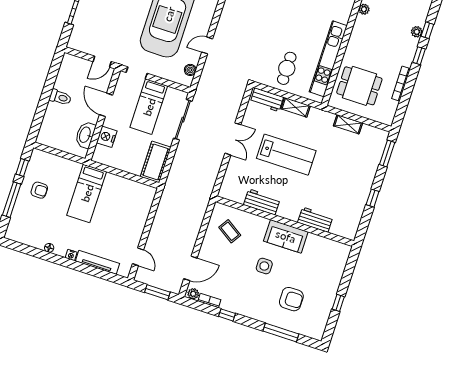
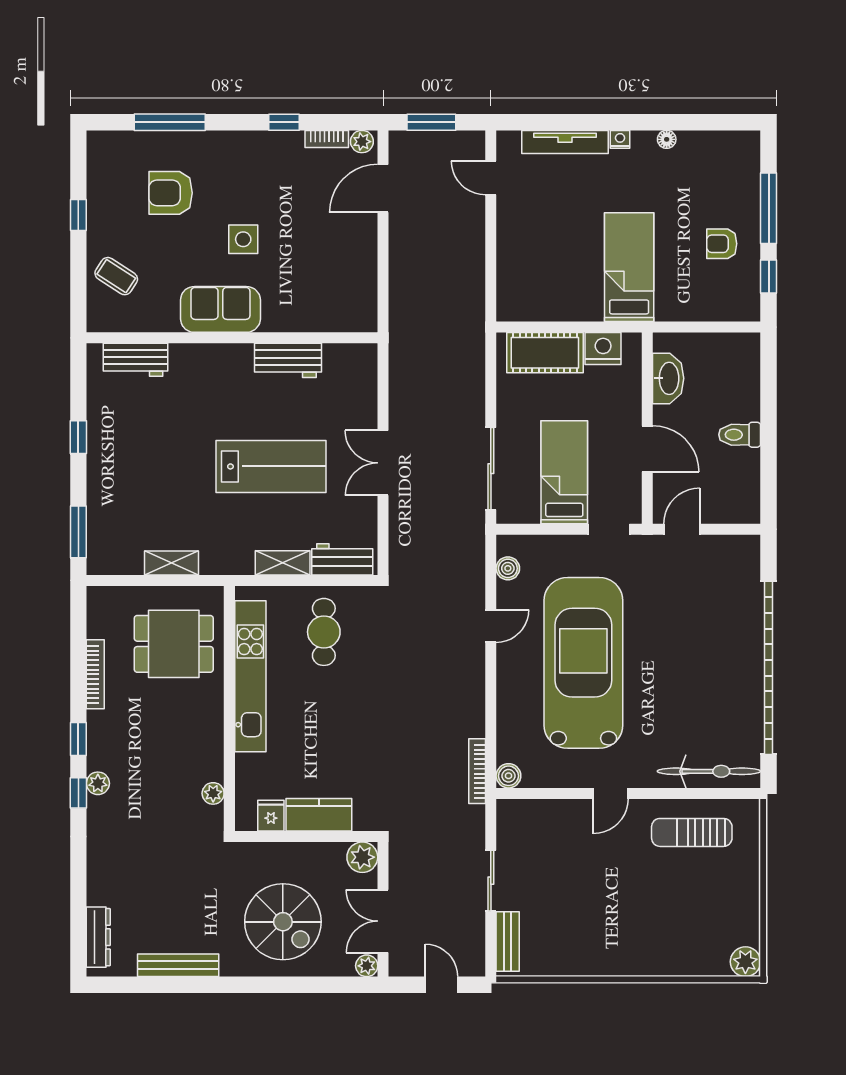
nightstand: (107, 137) -> (603, 348), moved, turned -90
lab bench: (286, 155) -> (271, 466), turned 180
cot: (156, 162) -> (545, 353), moved, turned 90
workbench: (315, 220) -> (136, 360), moved
coffee table: (230, 231) -> (116, 276), moved

